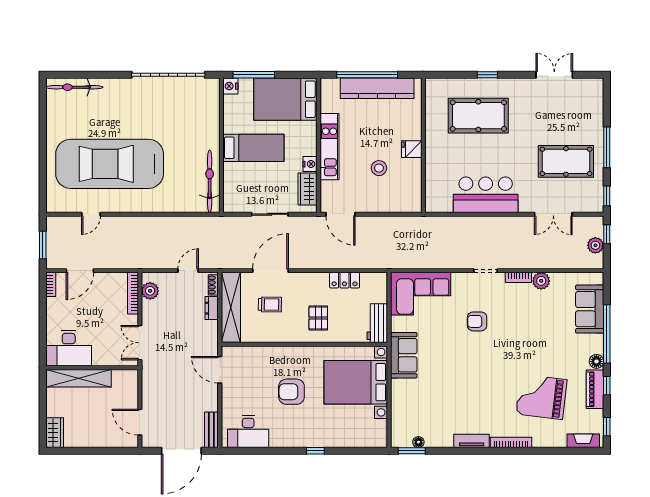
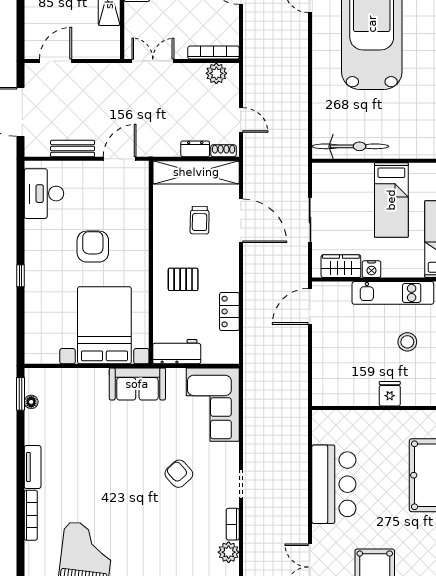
stool: (379, 168) -> (407, 342), moved
armchair: (477, 321) -> (179, 474), turned -42
bench: (211, 430) -> (73, 148), moved

